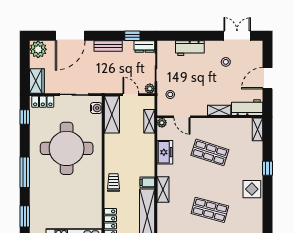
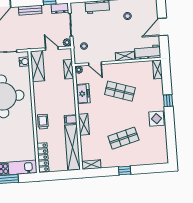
shop shelf: (210, 210) -> (123, 138), turned -30

